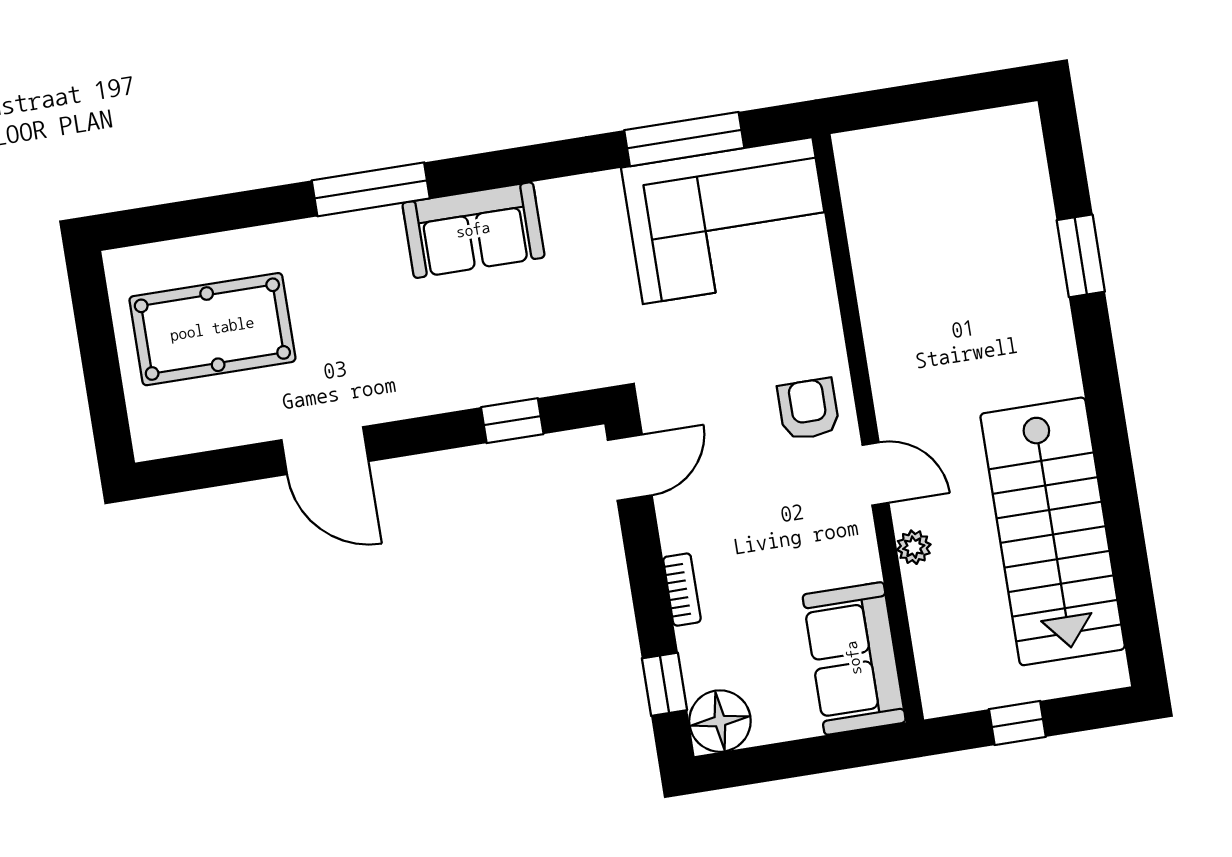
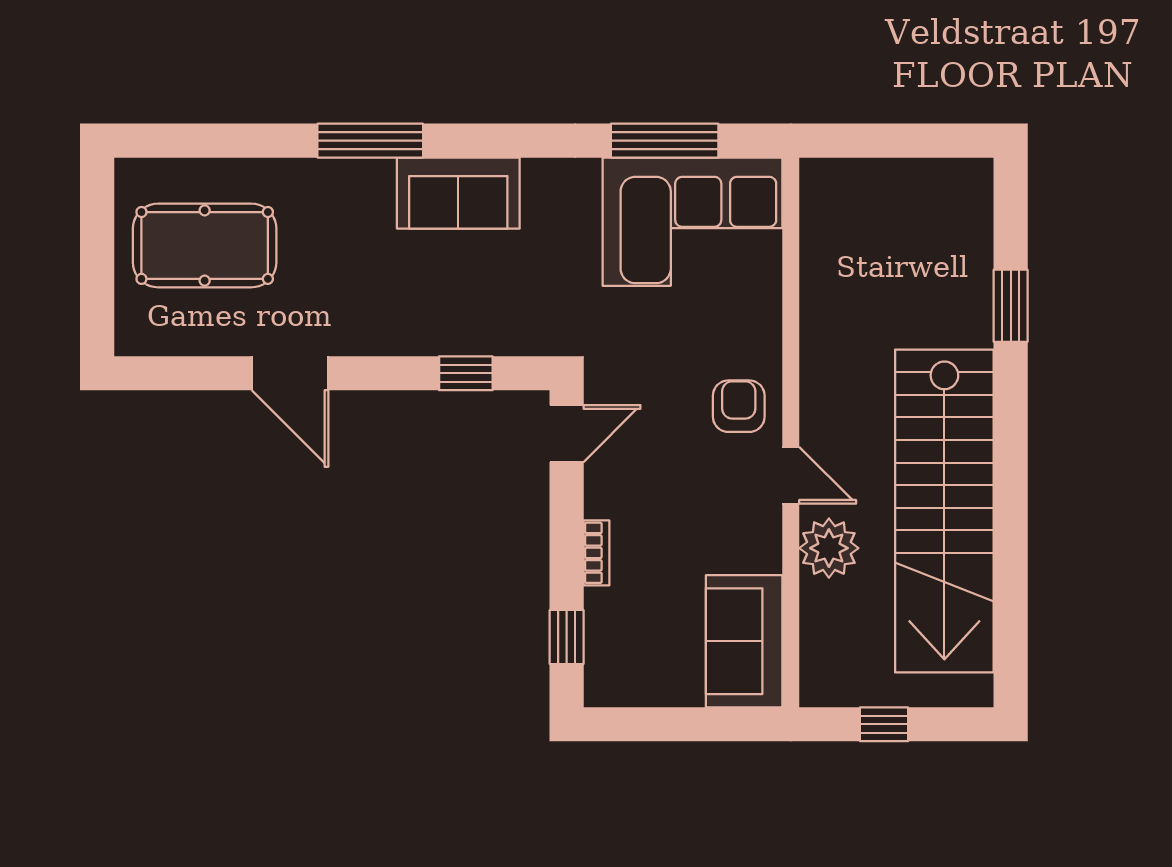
stairs: (1053, 531) -> (944, 511), width x1.36
plant: (914, 547) -> (829, 548), width x1.88, depth x1.88
floor lamp: (720, 721) -> (612, 679), removed

